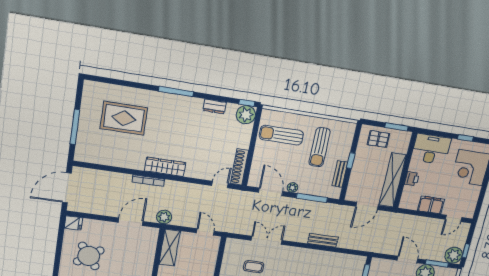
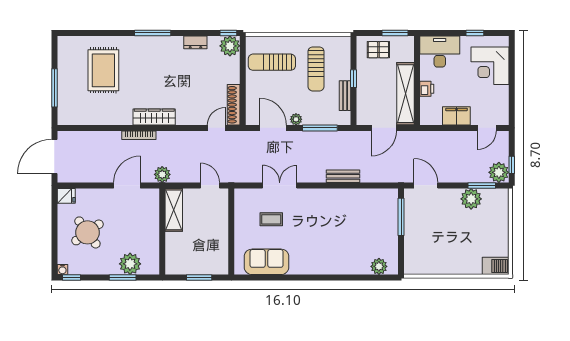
rug: (124, 118) -> (103, 70), turned 90
door: (407, 260) -> (426, 185), moved

